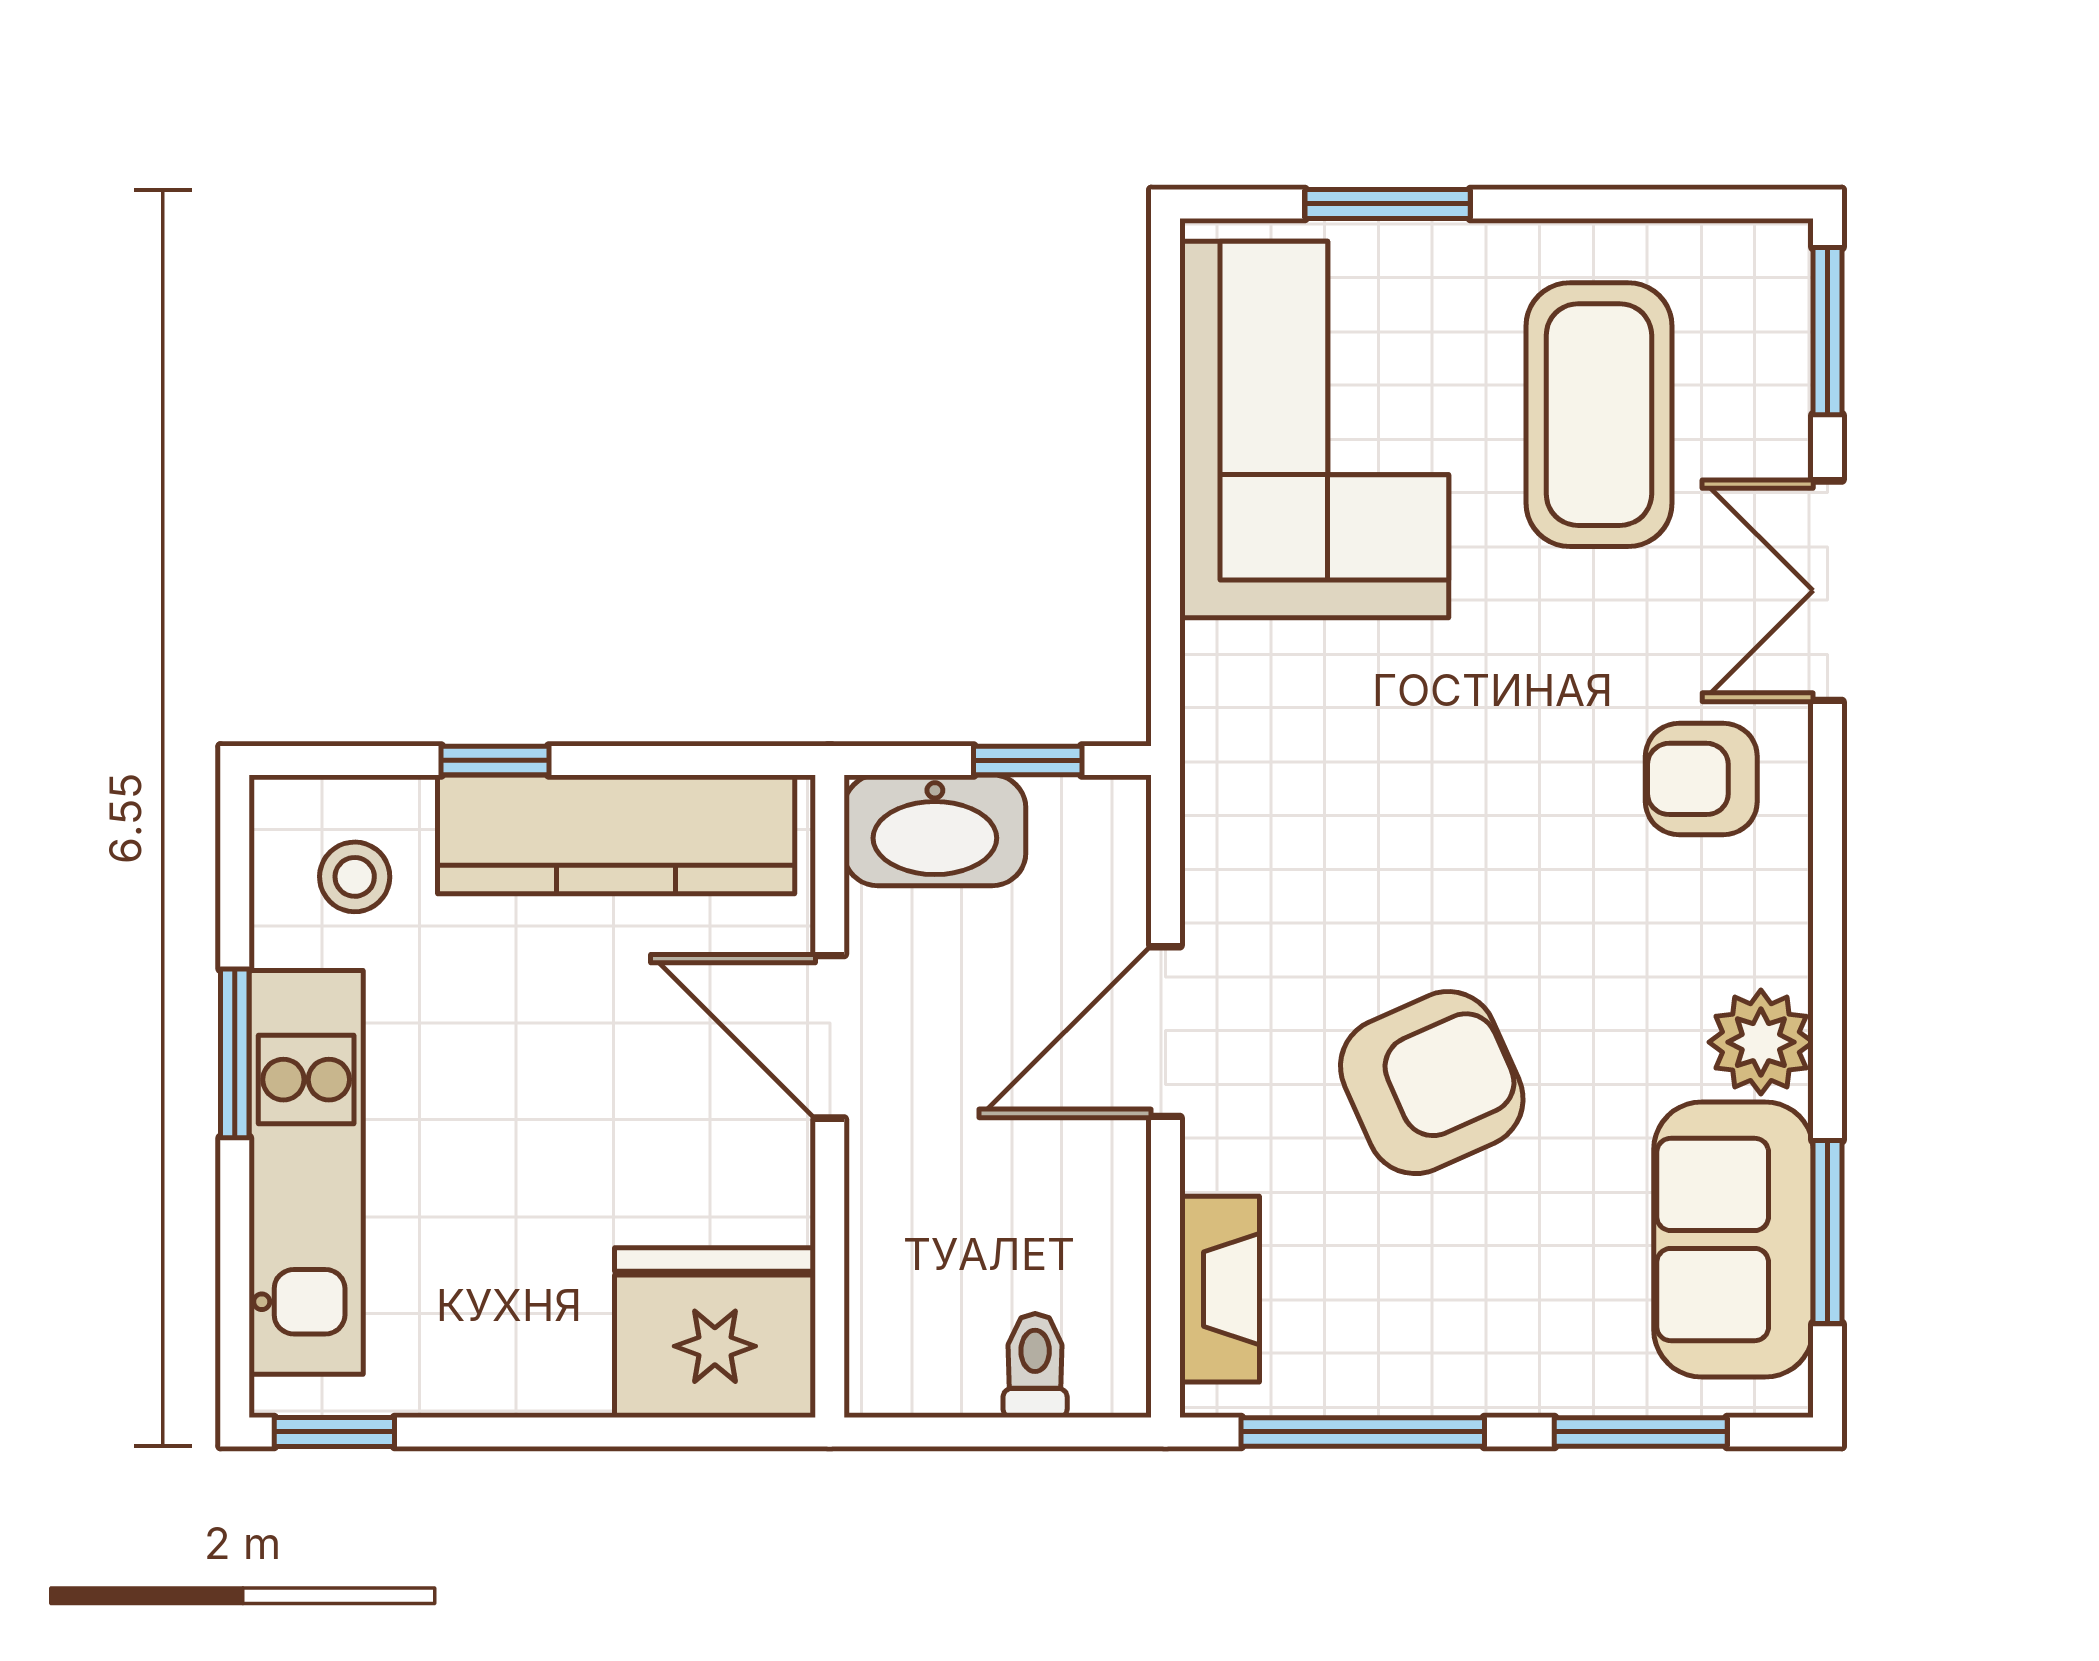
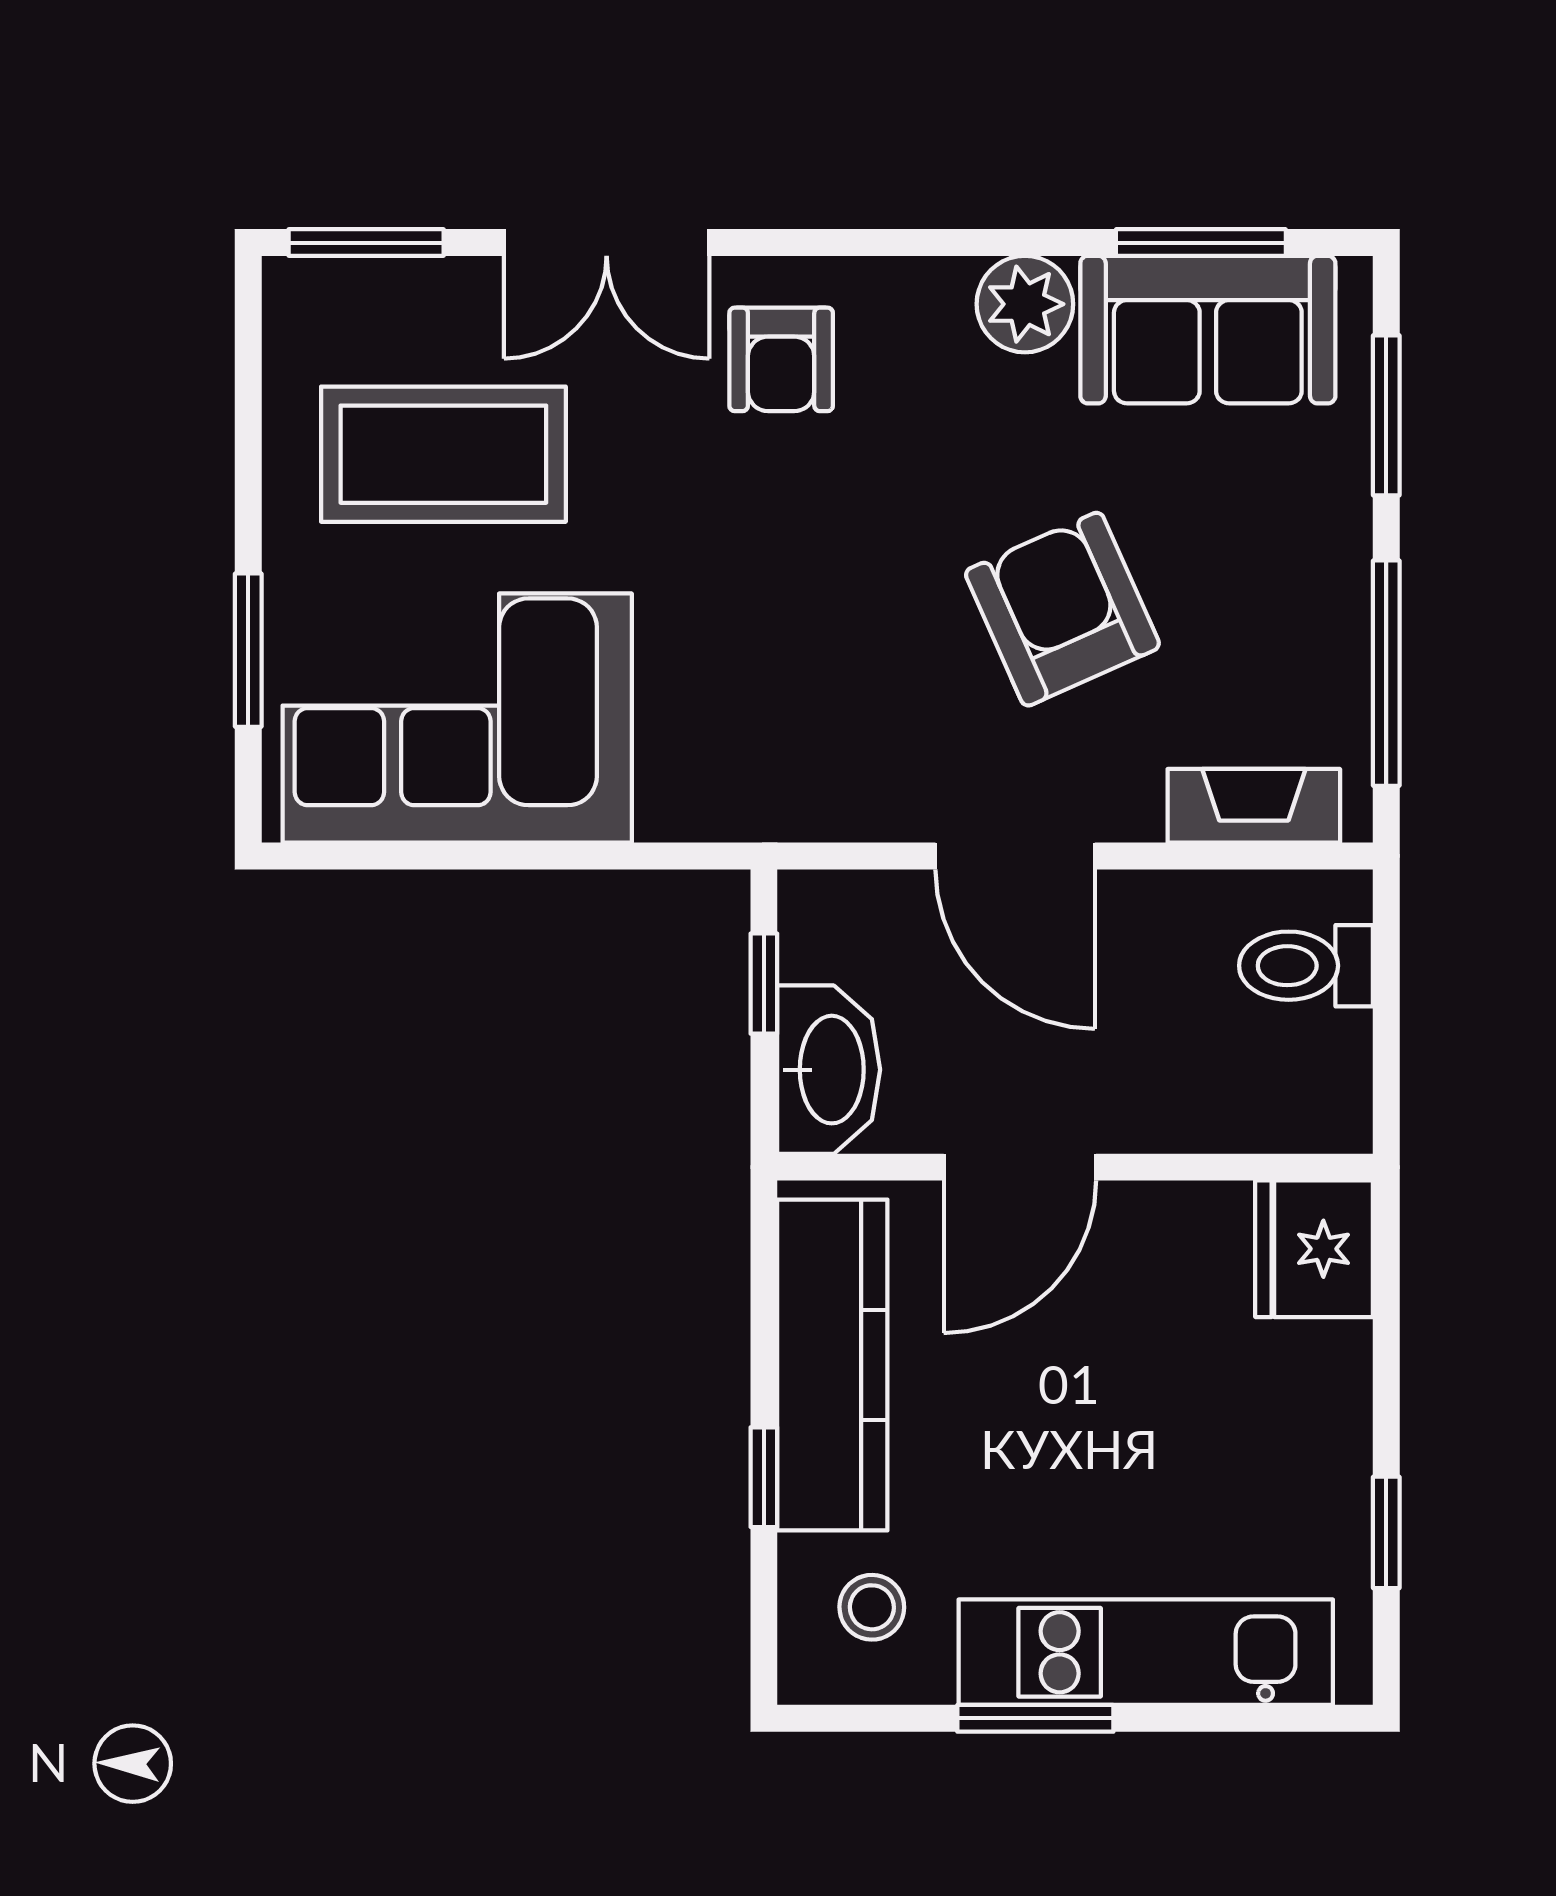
fridge: (715, 1333) -> (1314, 1249), width x0.73, depth x0.75
toilet: (1035, 1365) -> (1306, 966), width x1.37, depth x1.39
window: (334, 1432) -> (1386, 1532), moved

